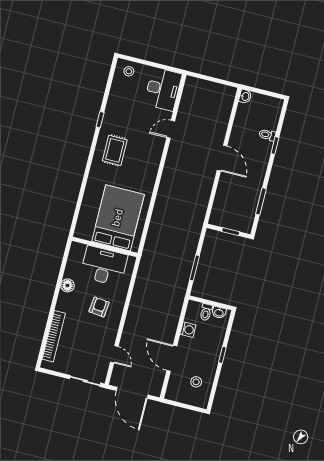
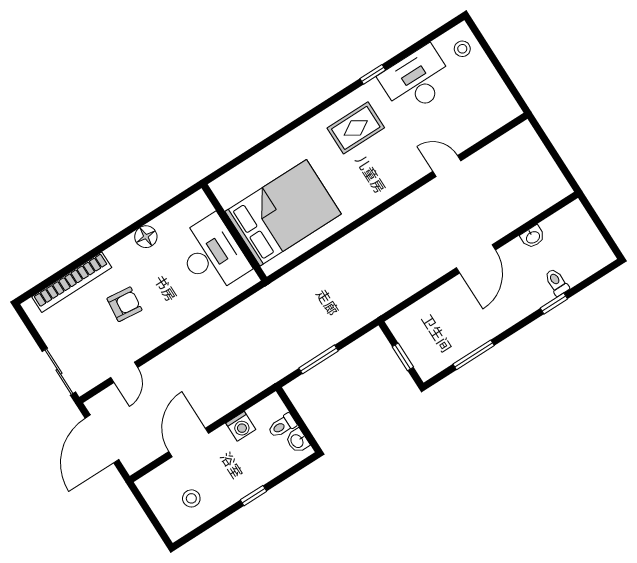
desk: (163, 89) -> (417, 80), moved, turned 180
washbasin: (245, 96) -> (533, 237), moved
armchair: (99, 307) -> (124, 304), moved

